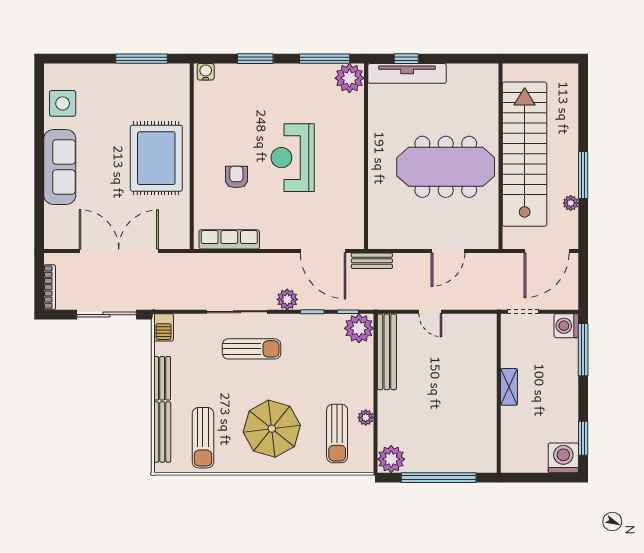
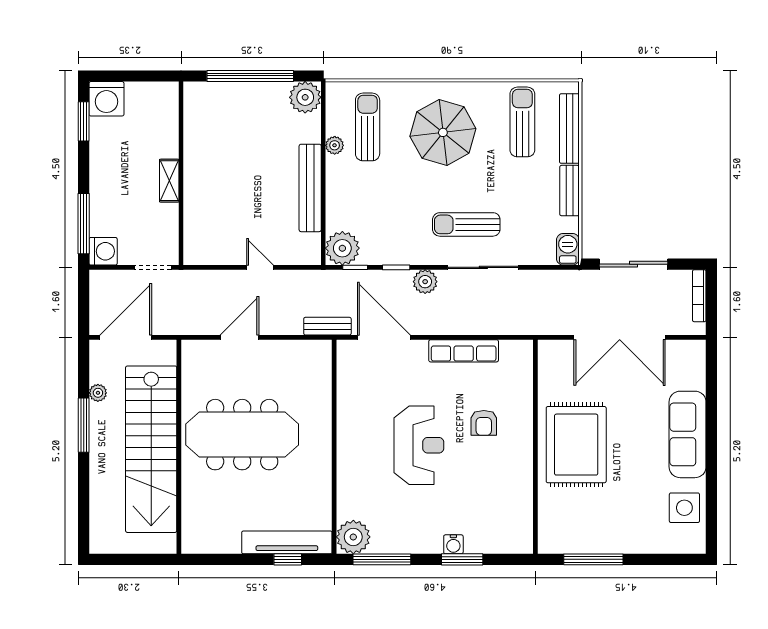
water cooler: (206, 72) -> (453, 544), moved
row of seats: (229, 239) -> (464, 351), moved
bench: (387, 352) -> (310, 188), moved

